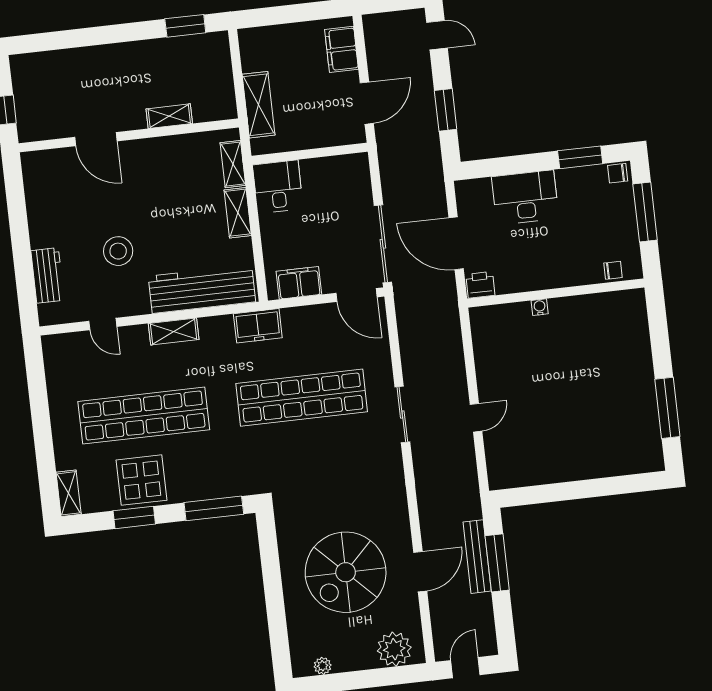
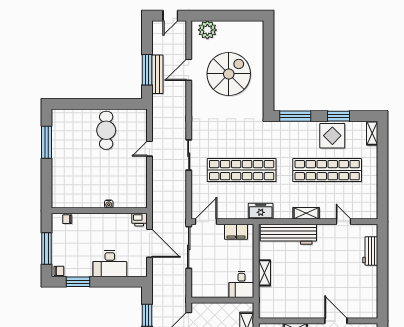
shelving: (233, 164) -> (264, 299), removed
stool: (118, 251) -> (331, 260), removed
door: (356, 295) -> (206, 222), hinge flipped
cafe table: (560, 443) -> (106, 130), added
plant: (323, 666) -> (247, 25), removed

